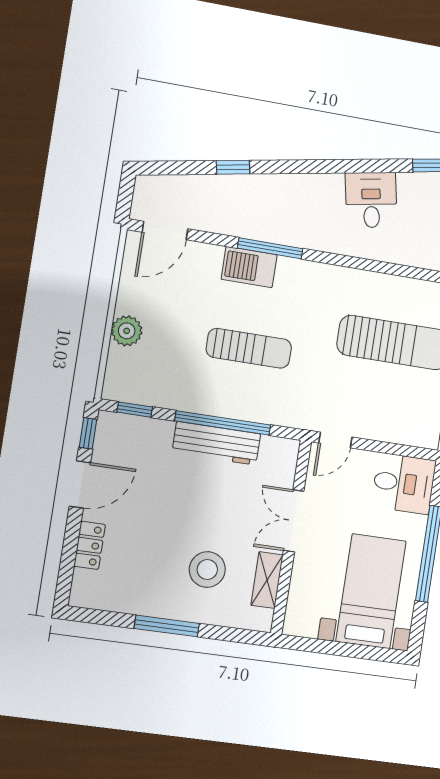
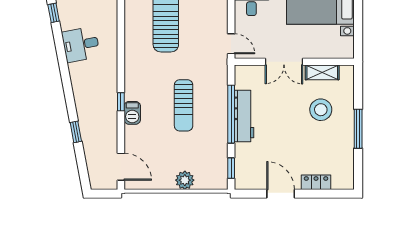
window: (270, 248) -> (121, 102), width x0.46
barbecue: (249, 267) -> (132, 113), width x0.73, depth x0.79
sun lounger: (249, 348) -> (184, 105), turned 180
window: (88, 433) -> (249, 194), removed

